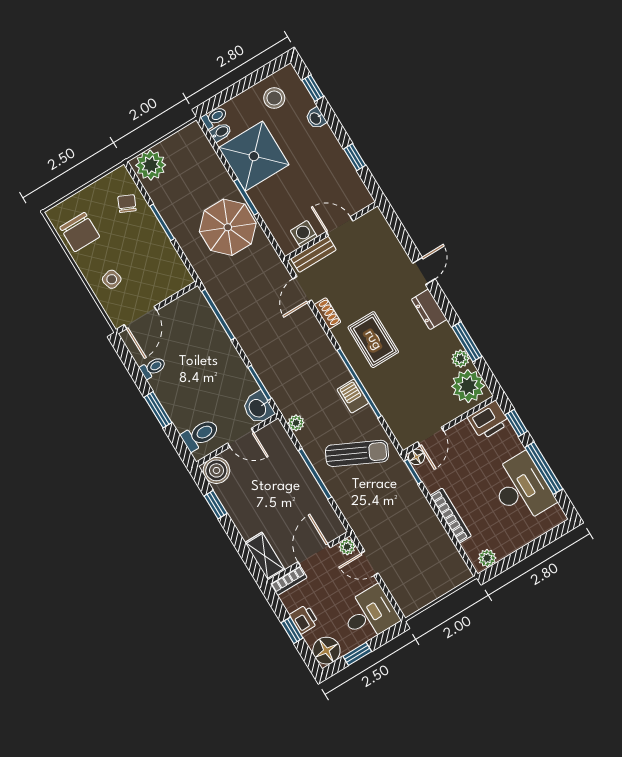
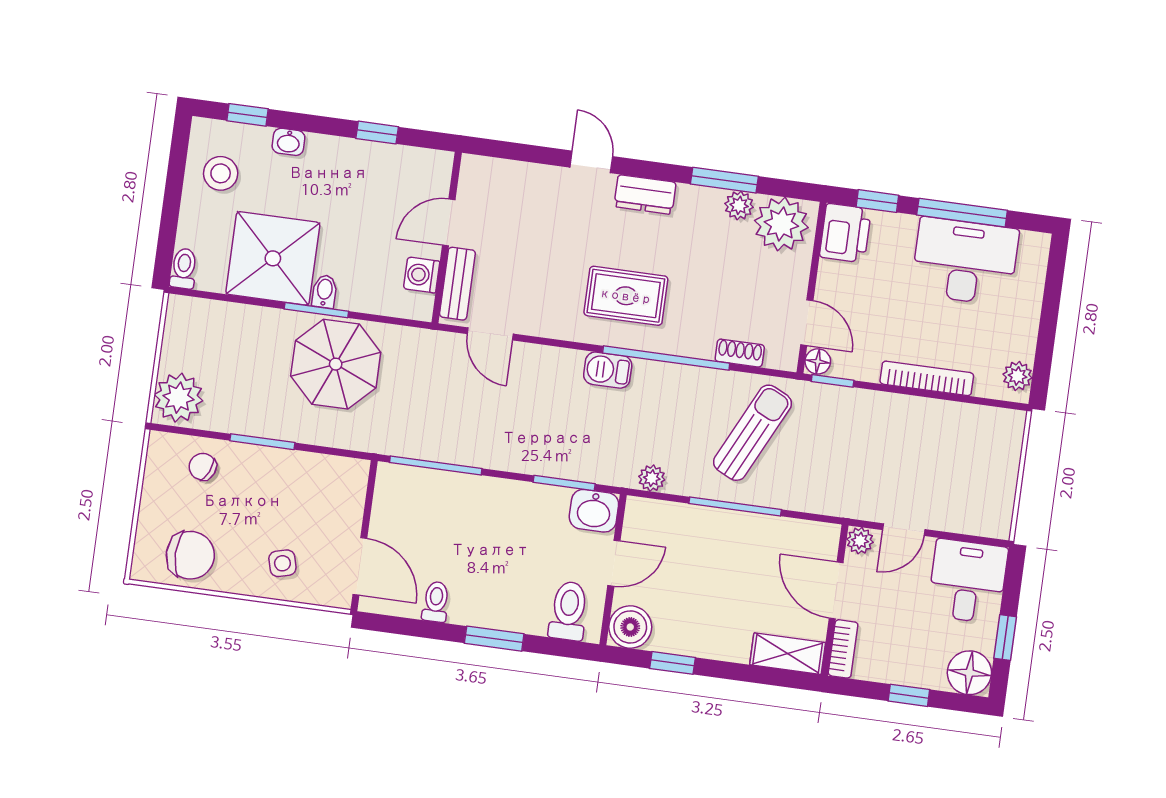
bidet: (221, 132) -> (325, 291), moved
shoe rack: (328, 313) -> (740, 353), moved
barbecue: (353, 396) -> (608, 370), moved
printer: (304, 619) -> (907, 669), removed

